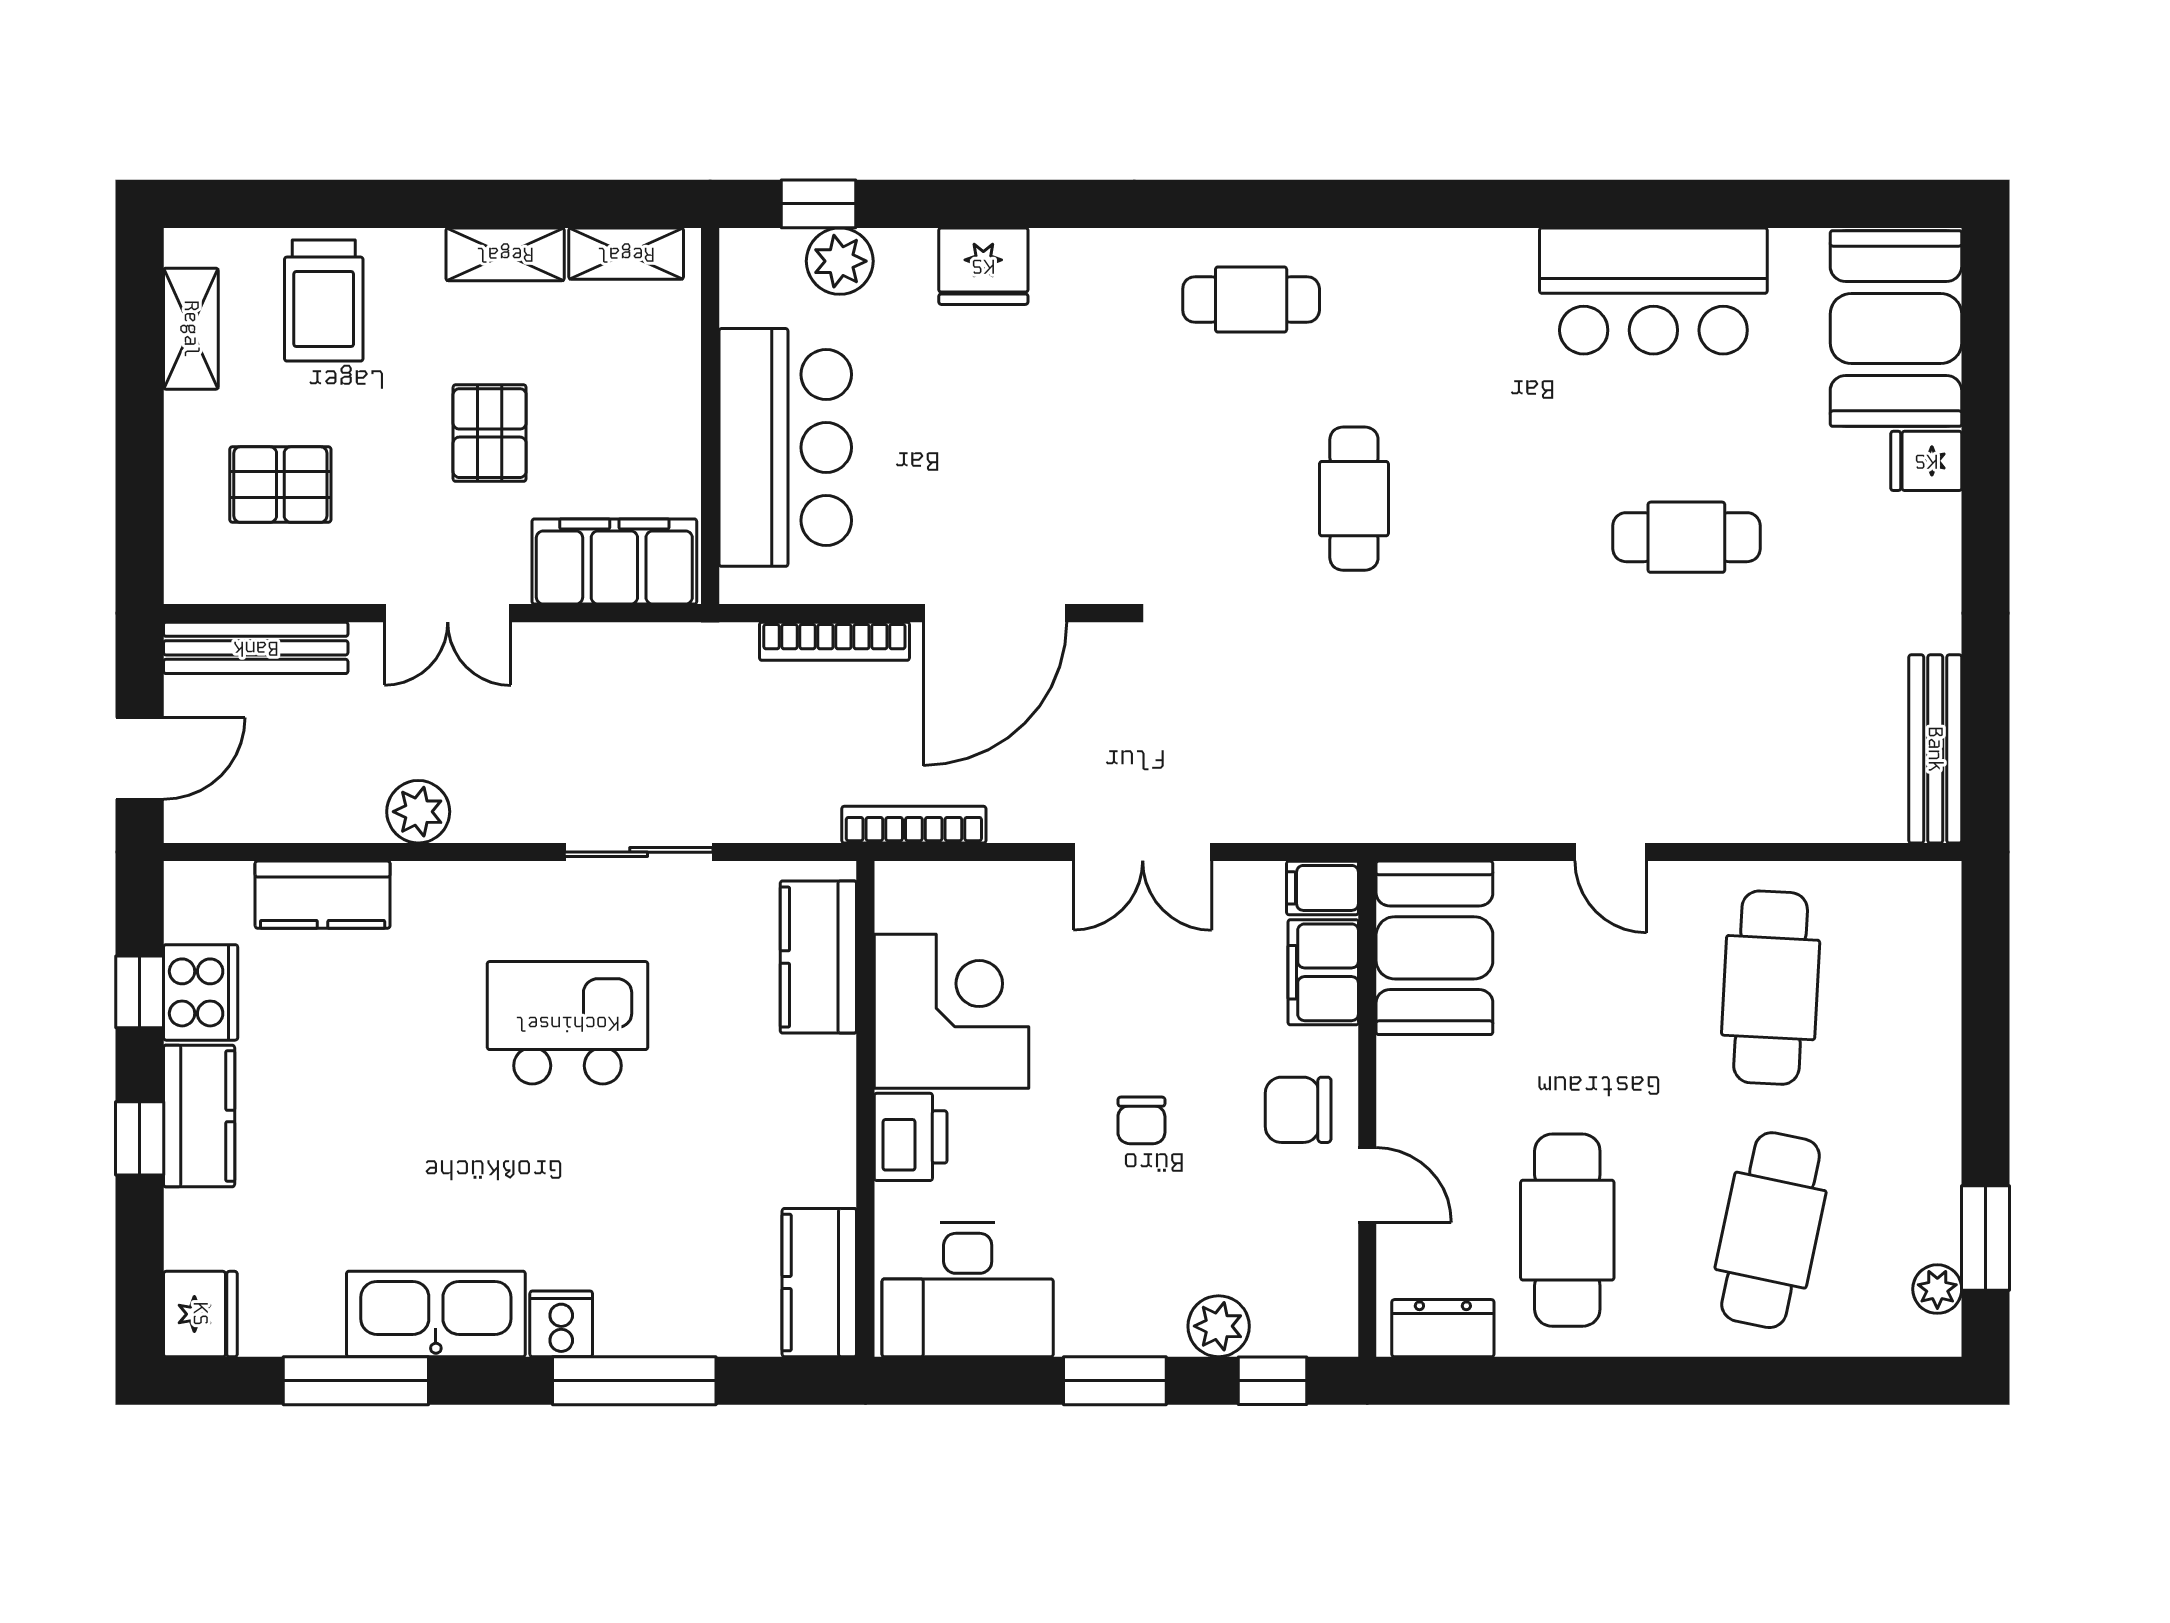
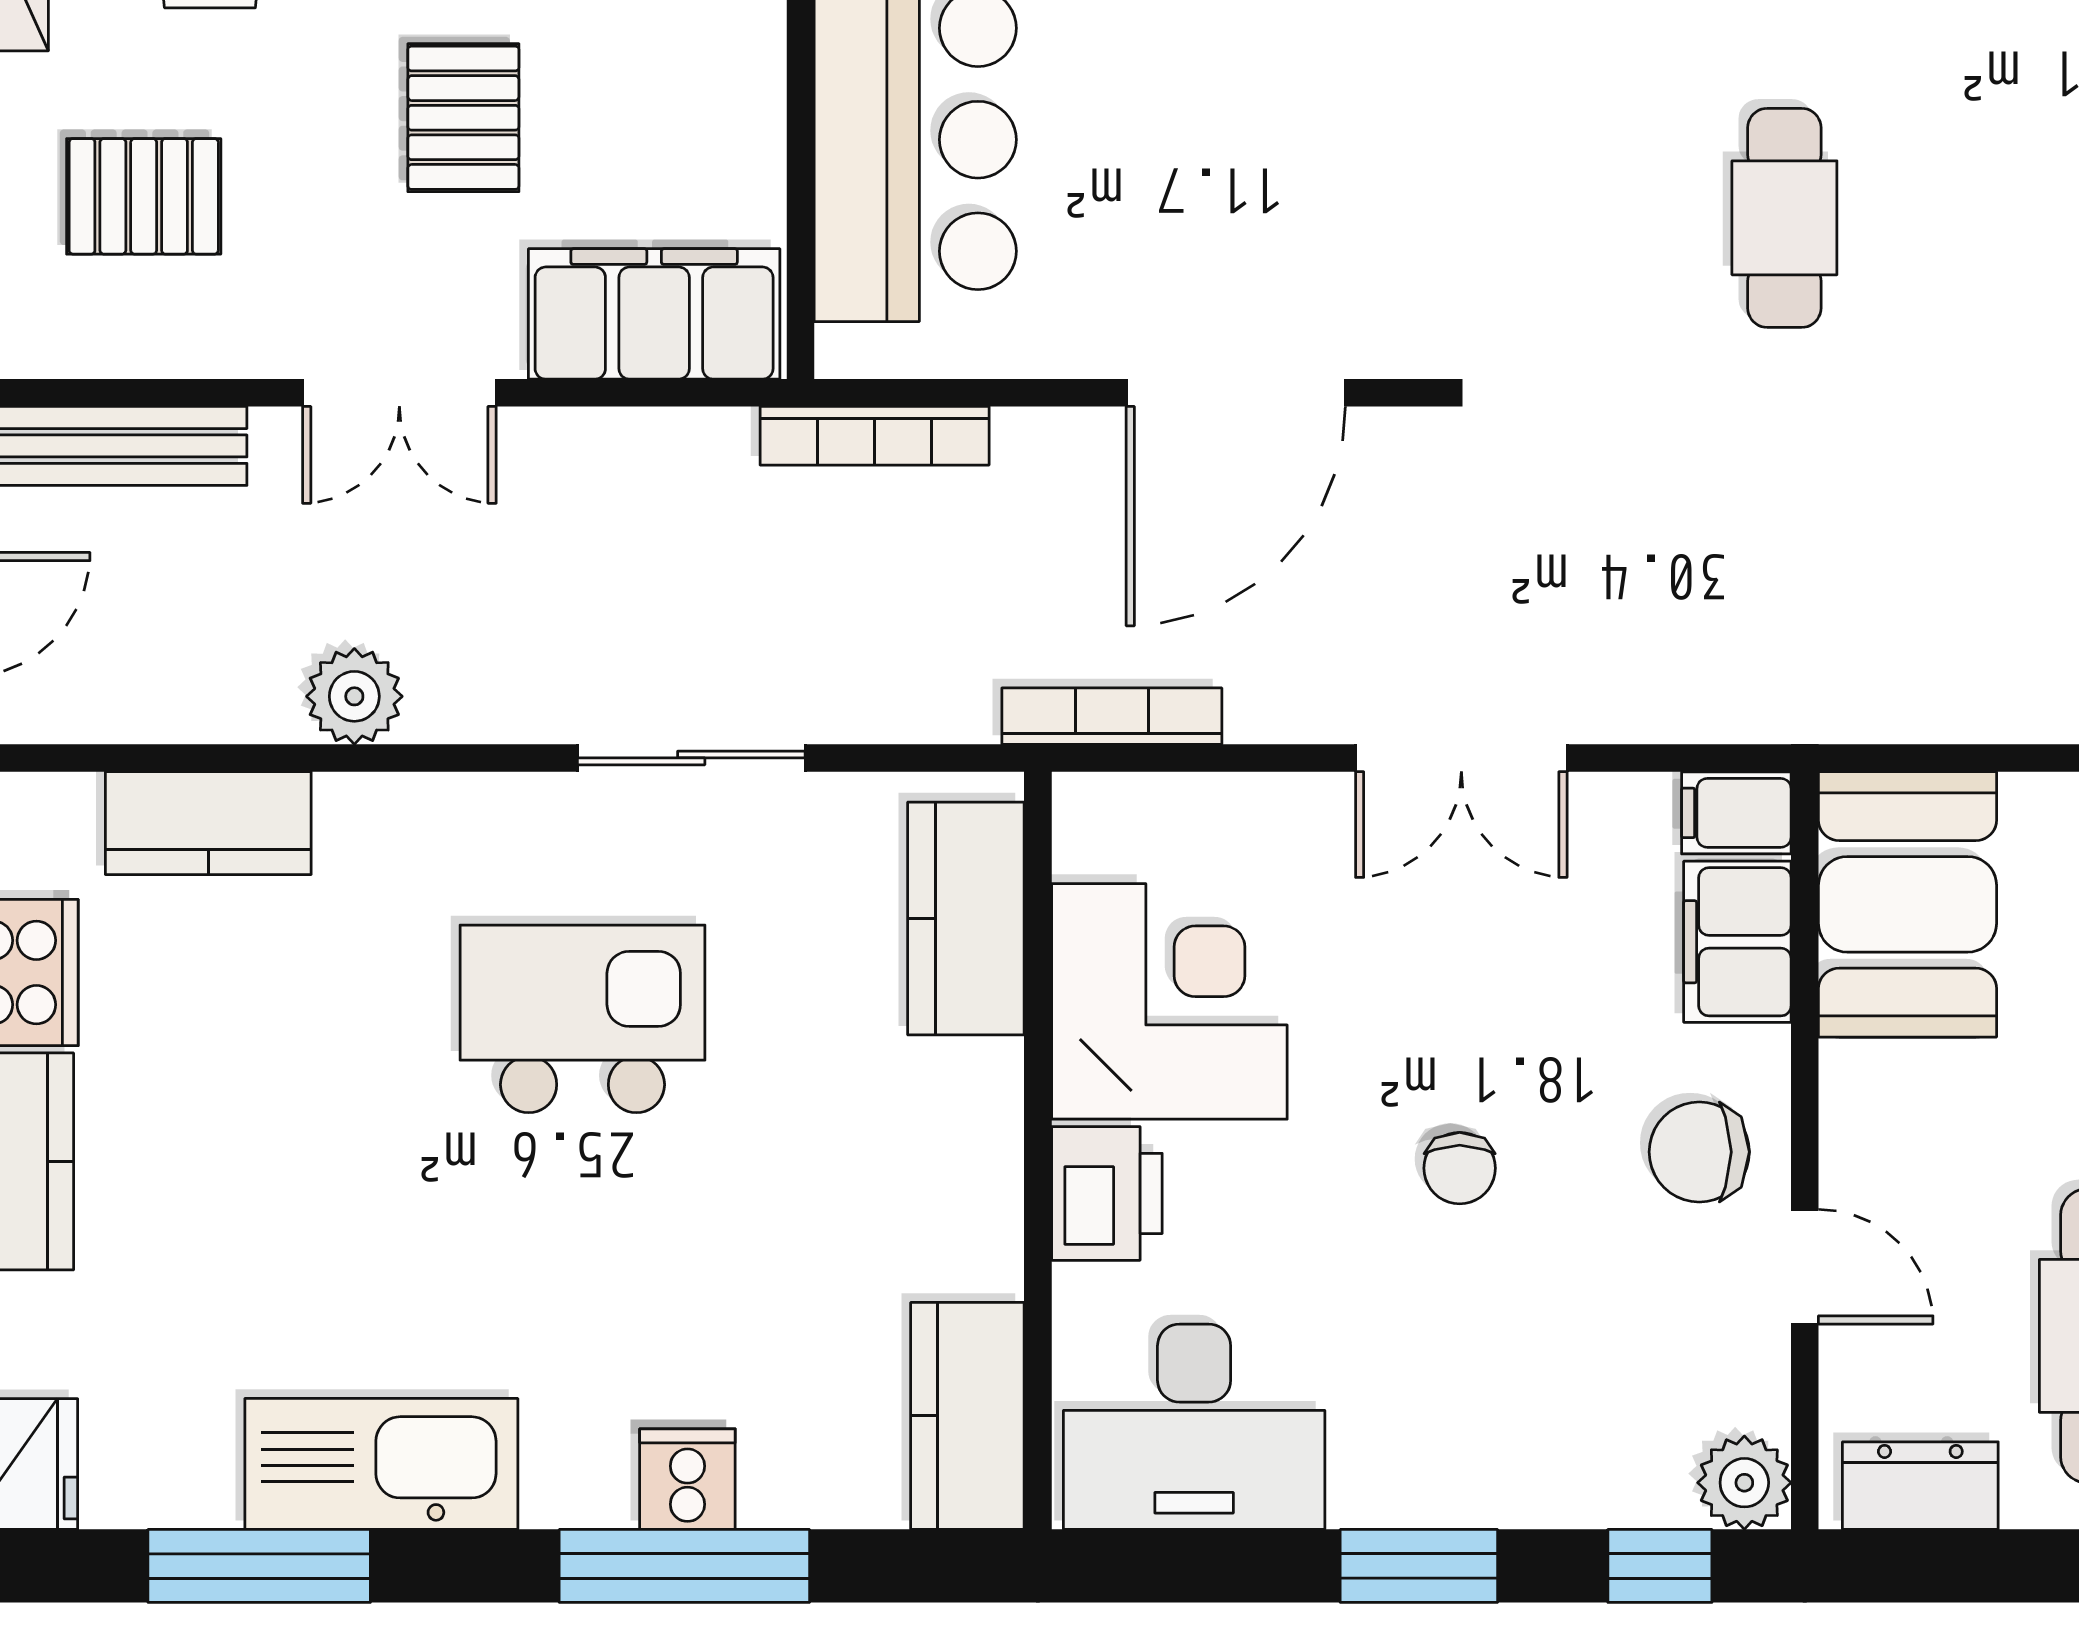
bookcase: (834, 641) -> (875, 436), moved
cooker: (561, 1324) -> (687, 1479), moved
plant: (1219, 1326) -> (1744, 1483), moved

